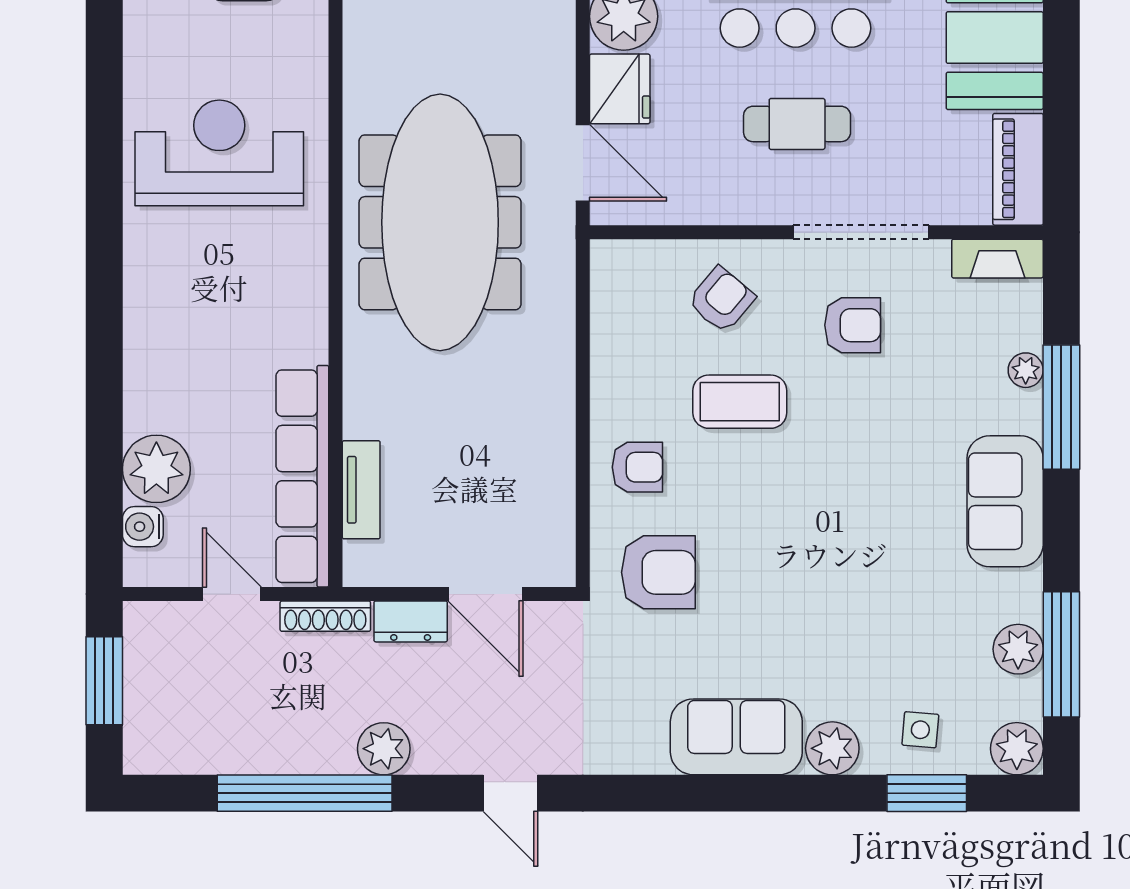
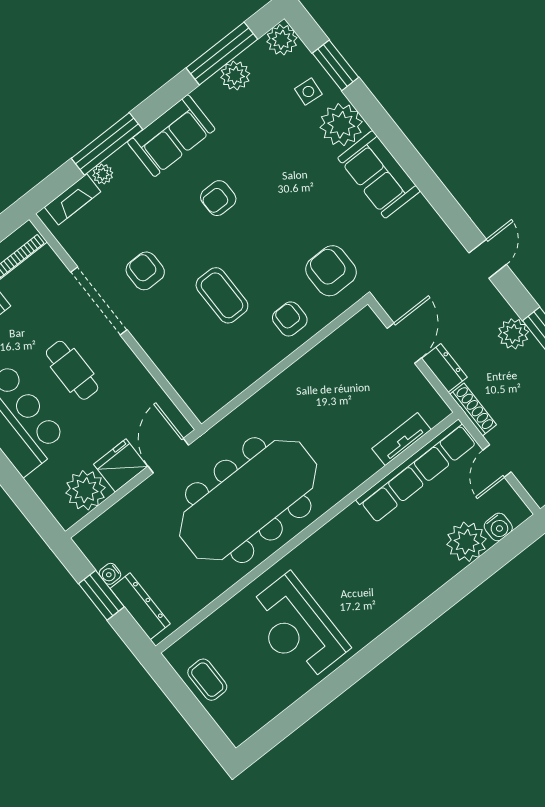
fireplace: (997, 259) -> (73, 199), moved, turned 90
armchair: (721, 300) -> (218, 198), moved, turned -40
plant: (832, 748) -> (341, 125), width x1.36, depth x1.36

